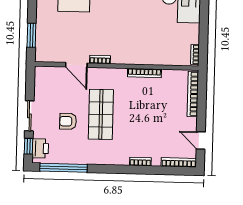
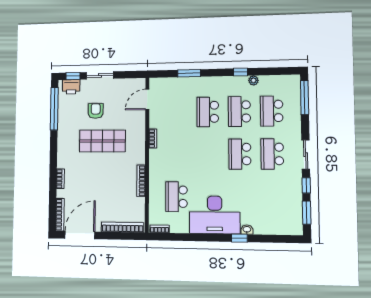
window: (31, 35) -> (189, 73), moved
school desk: (162, 36) -> (176, 197), added
door: (76, 65) -> (147, 99), moved
door: (201, 140) -> (80, 235), width x1.88

